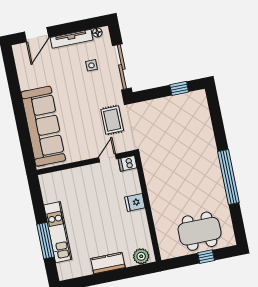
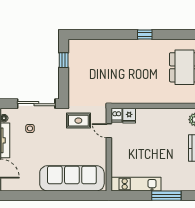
window: (228, 177) -> (145, 35), width x0.32
fridge: (135, 202) -> (129, 116), moved
kitchen unit: (58, 232) -> (136, 184), moved

